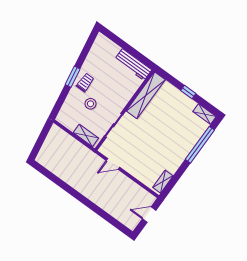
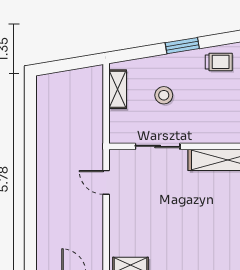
trolley: (85, 83) -> (219, 62), moved
shelving: (86, 135) -> (118, 89), moved

